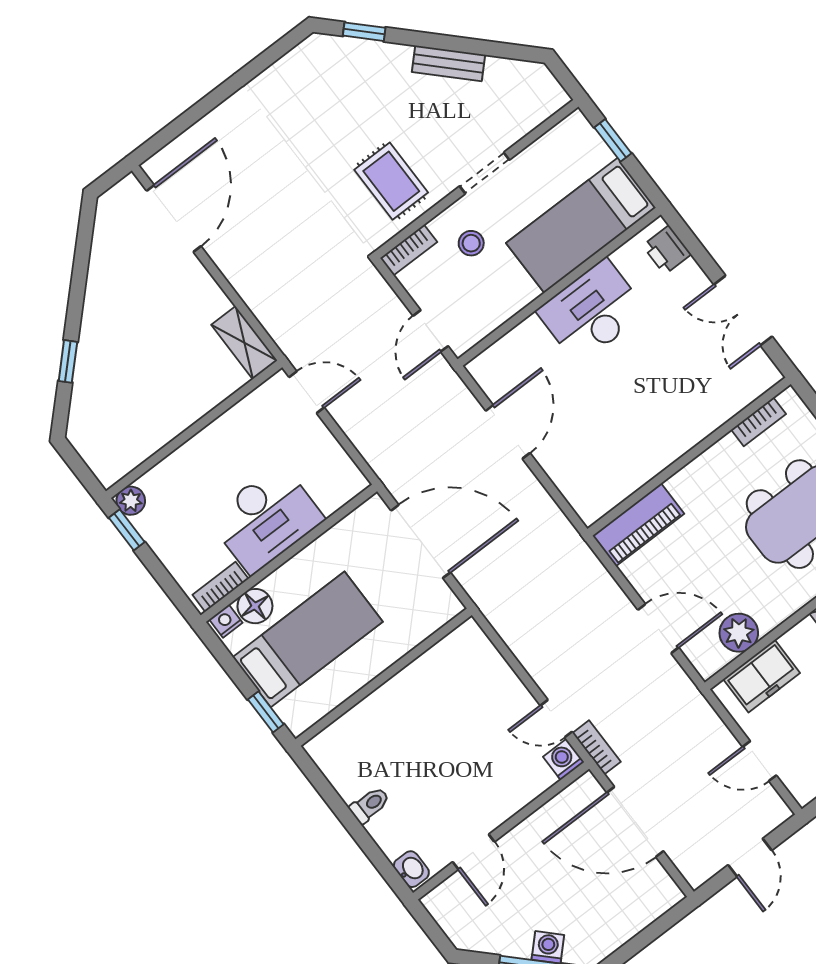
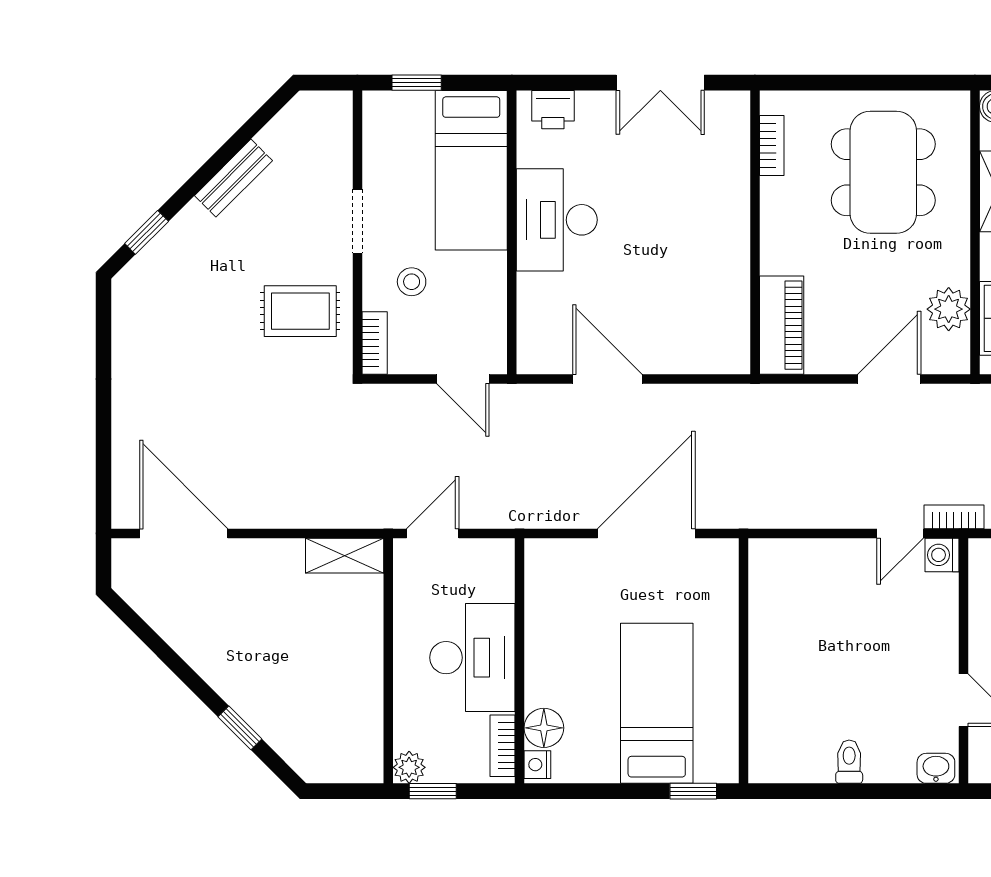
desk: (266, 519) -> (472, 658), moved
wall: (289, 553) -> (520, 661), moved
bookcase: (220, 587) -> (503, 746), moved
floor lamp: (255, 606) -> (544, 728), moved
nightstand: (226, 621) -> (537, 765), moved

